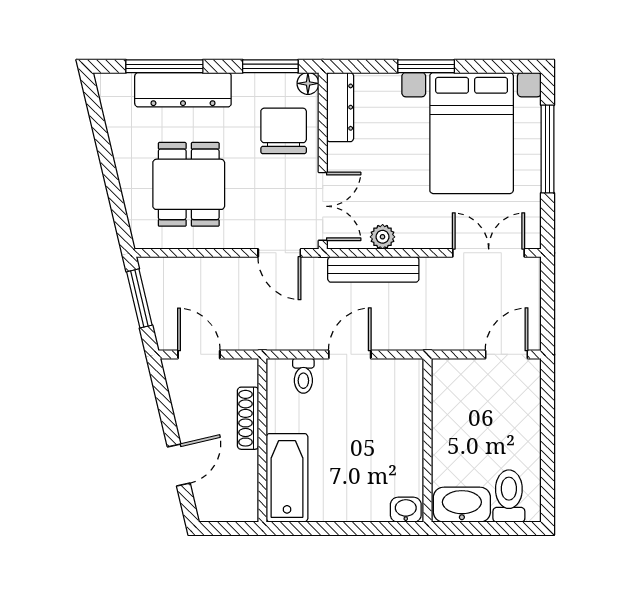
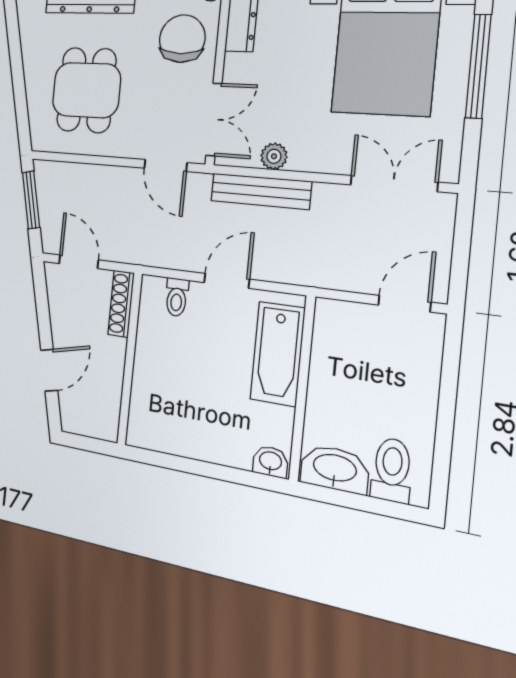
shoe rack: (248, 418) -> (121, 304), moved
bathtub: (287, 478) -> (278, 354), moved, turned 180

